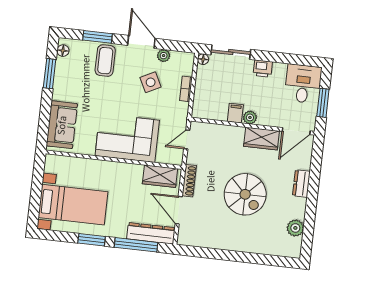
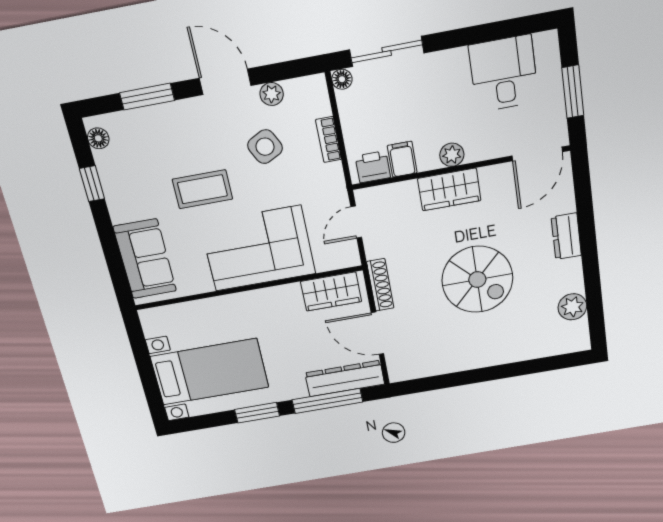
coffee table: (105, 61) -> (202, 189), moved, turned 90
printer: (263, 69) -> (373, 167), moved, turned 180
window: (50, 74) -> (92, 184), width x0.67
desk: (303, 84) -> (504, 74), moved
filing cabinet: (235, 113) -> (402, 159), moved
wardrobe: (261, 139) -> (449, 189), moved

